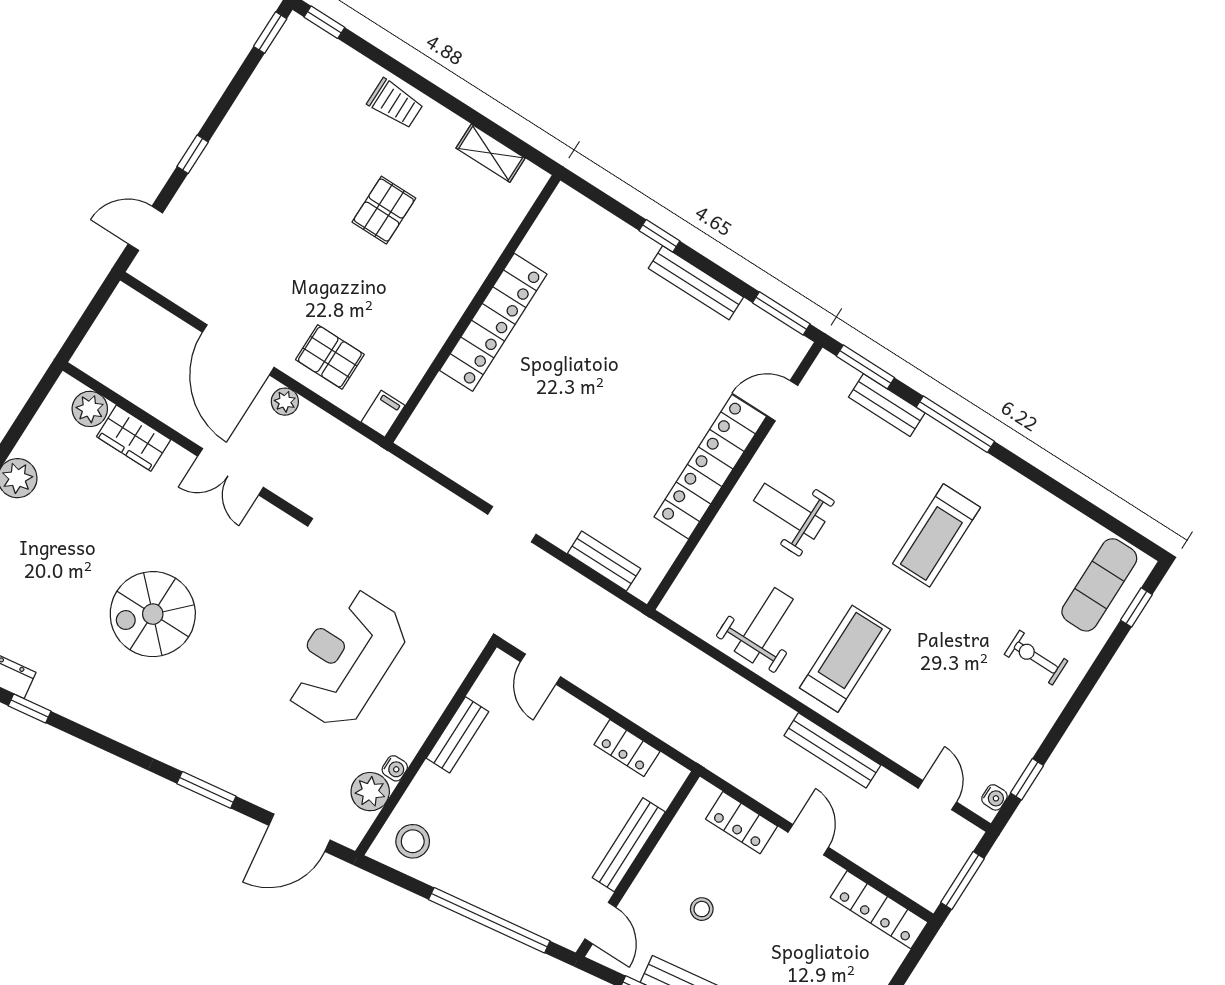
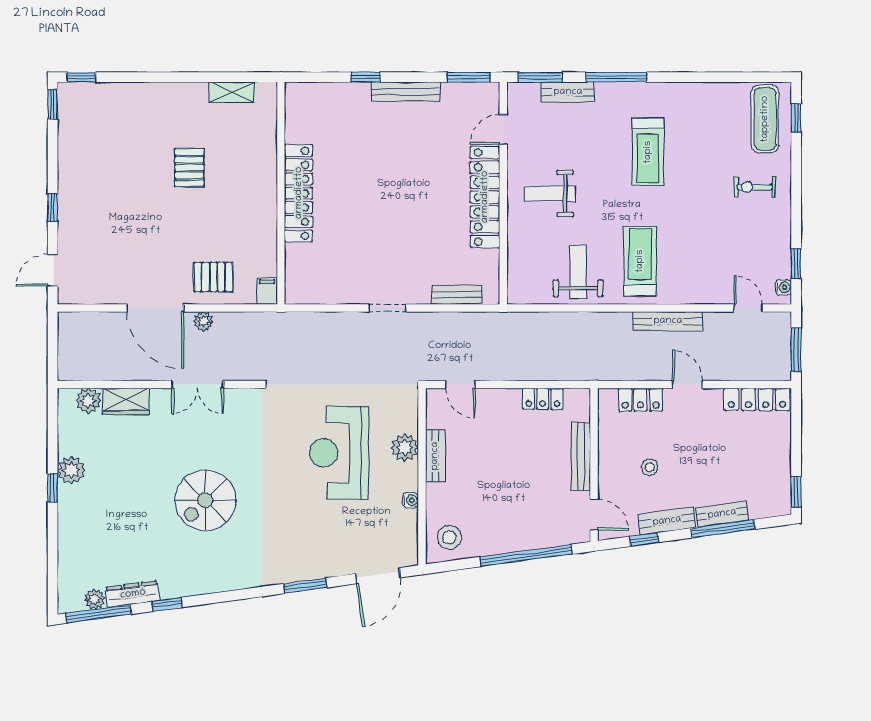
trolley: (395, 104) -> (155, 99), removed
plant: (370, 792) -> (405, 448), moved

